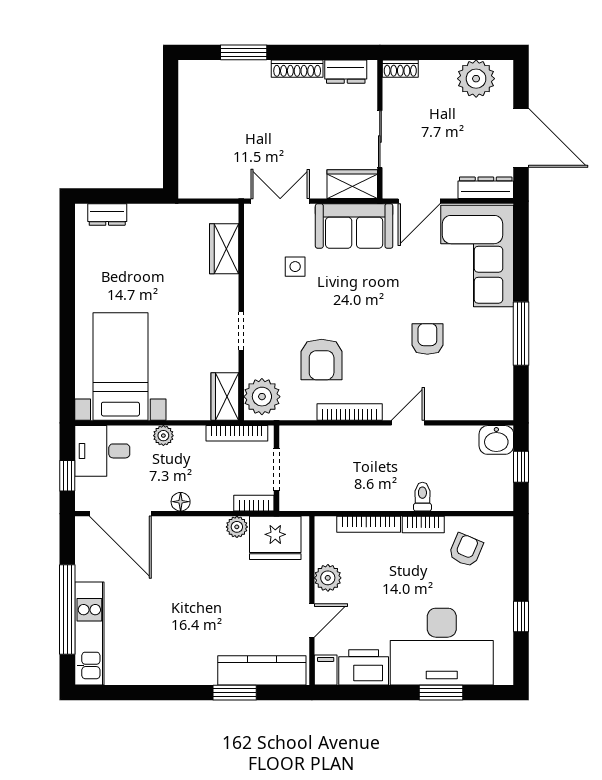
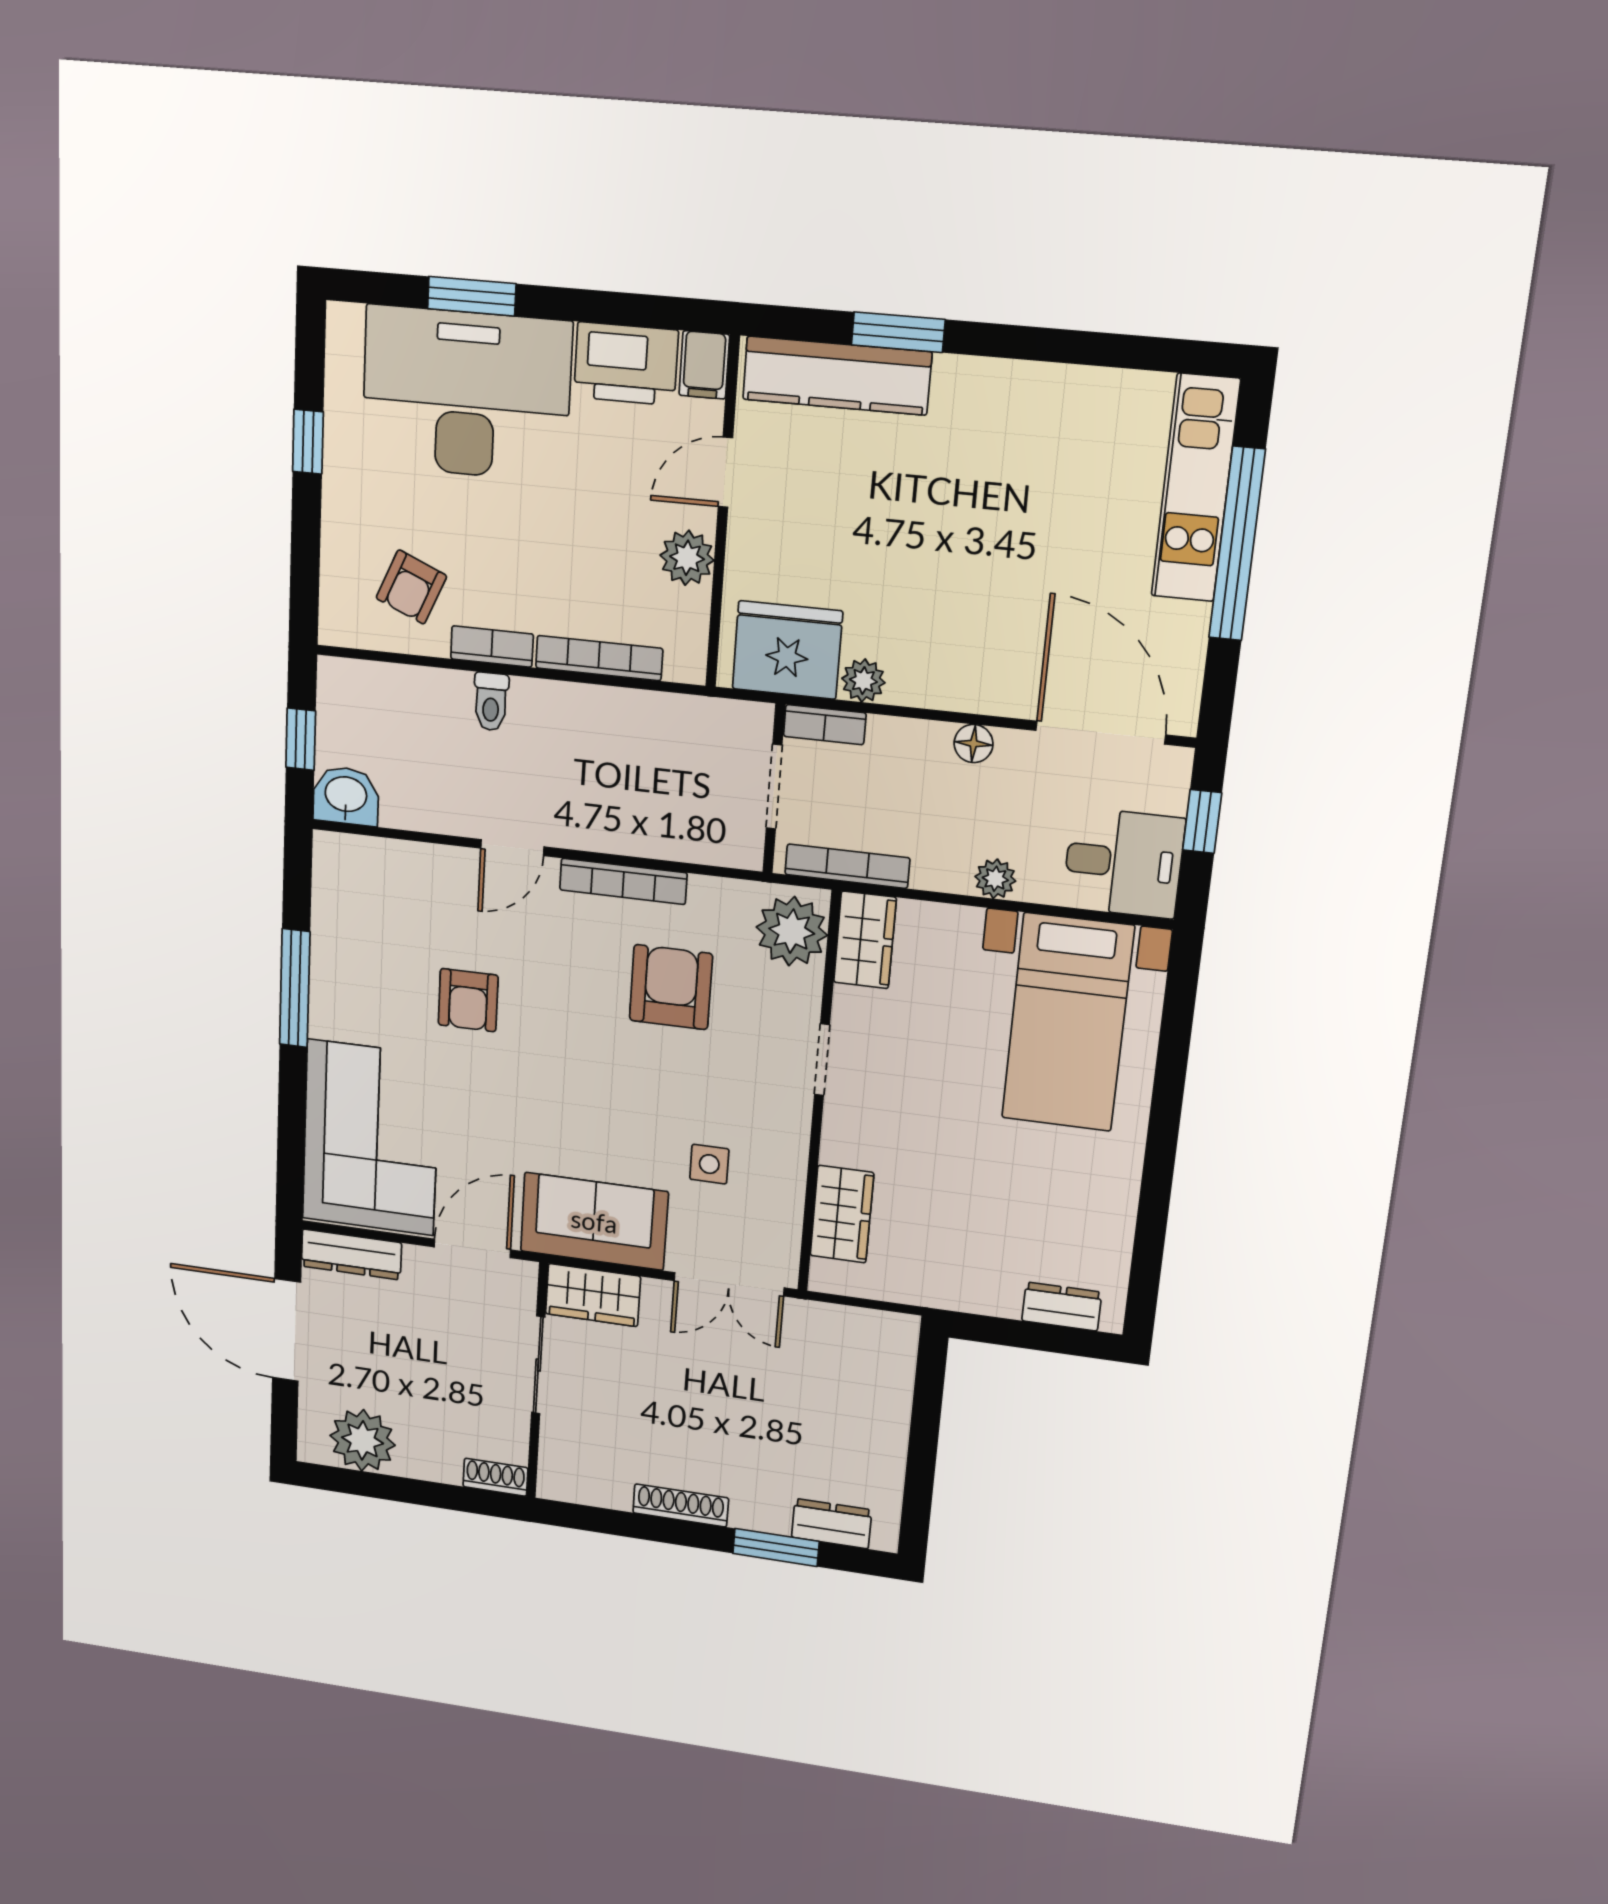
dresser: (346, 72) -> (832, 1524), moved

